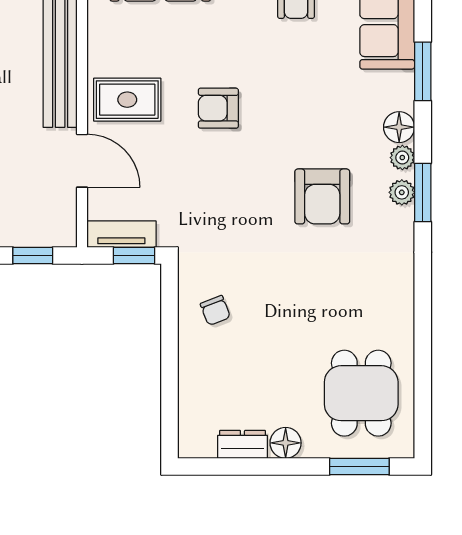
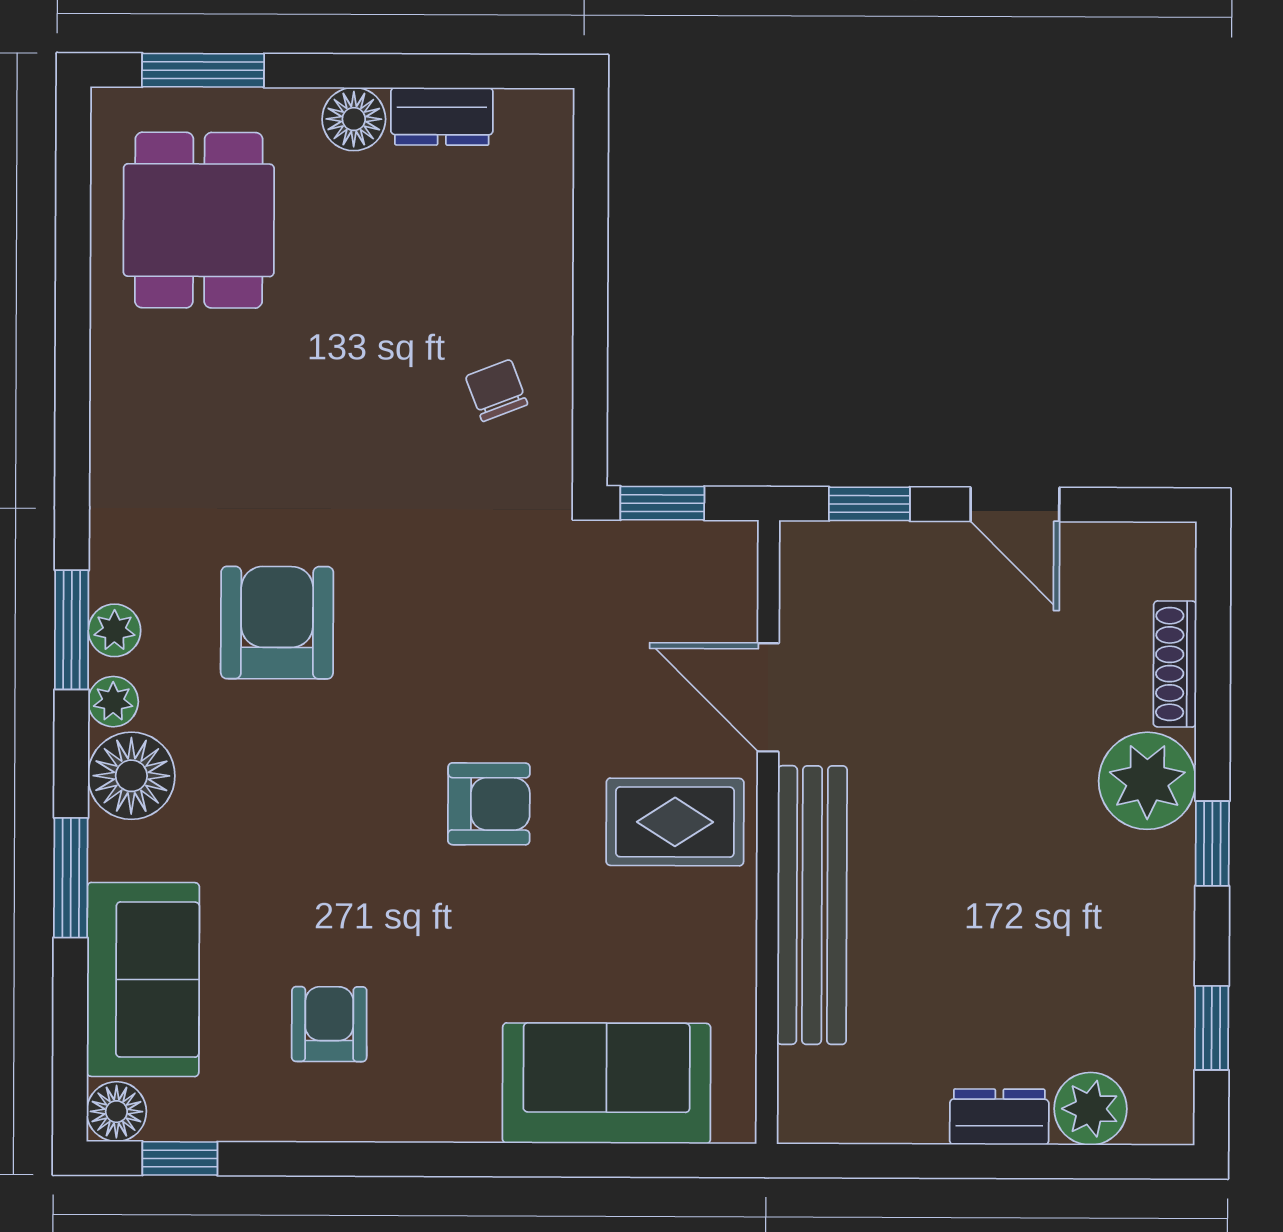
floor lamp: (399, 127) -> (131, 776), width x1.38, depth x1.38
tv unit: (121, 234) -> (688, 547), removed

